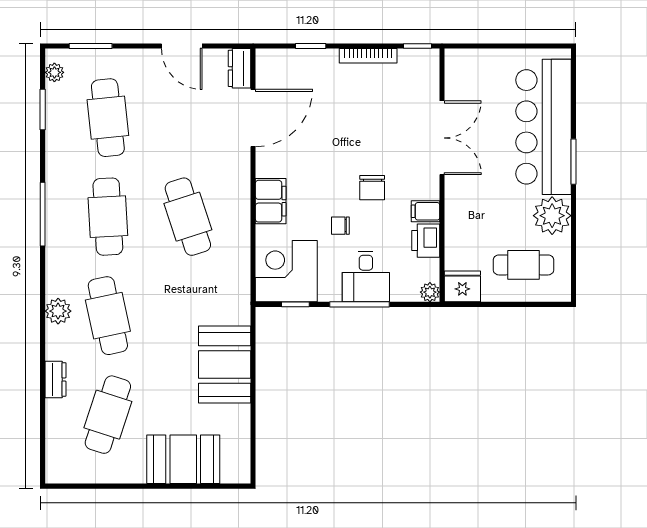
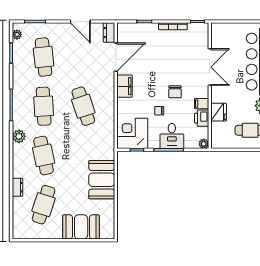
filing cabinet: (271, 201) -> (124, 86), moved
fridge: (462, 286) -> (219, 112), moved, turned 90
plant: (58, 311) -> (19, 136), moved

